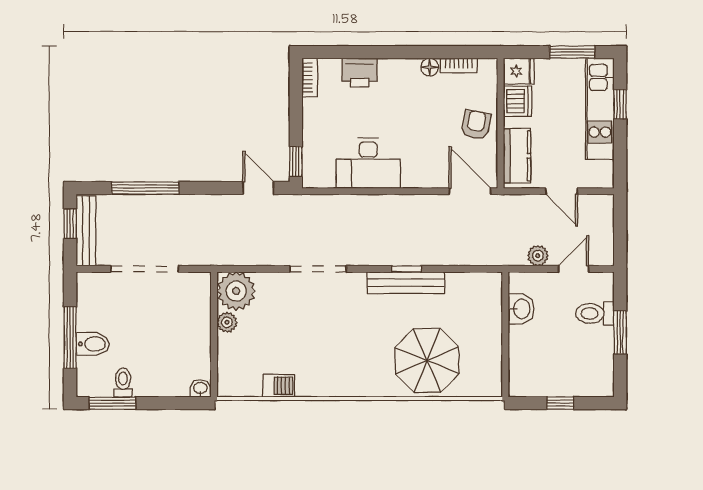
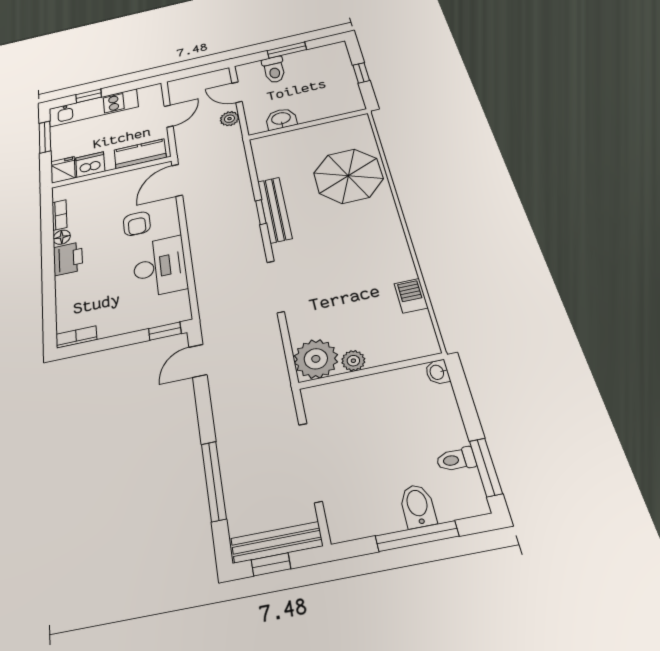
printer: (360, 73) -> (68, 259), moved
armchair: (476, 125) -> (137, 224), moved, turned -100

